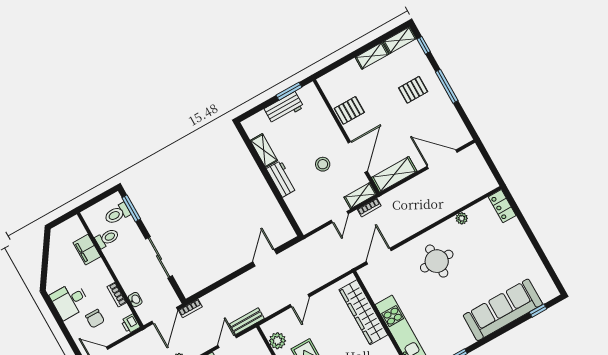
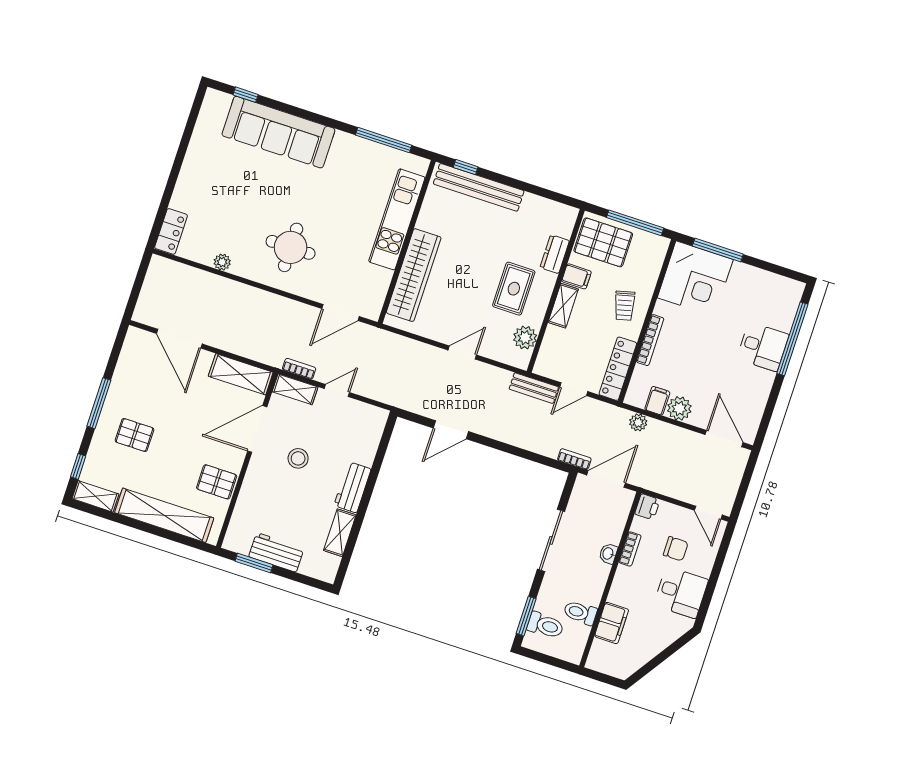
shelving: (372, 56) -> (164, 515), width x2.20, depth x1.33
washbasin: (135, 300) -> (608, 554), moved
chair: (95, 319) -> (676, 549), turned 90

